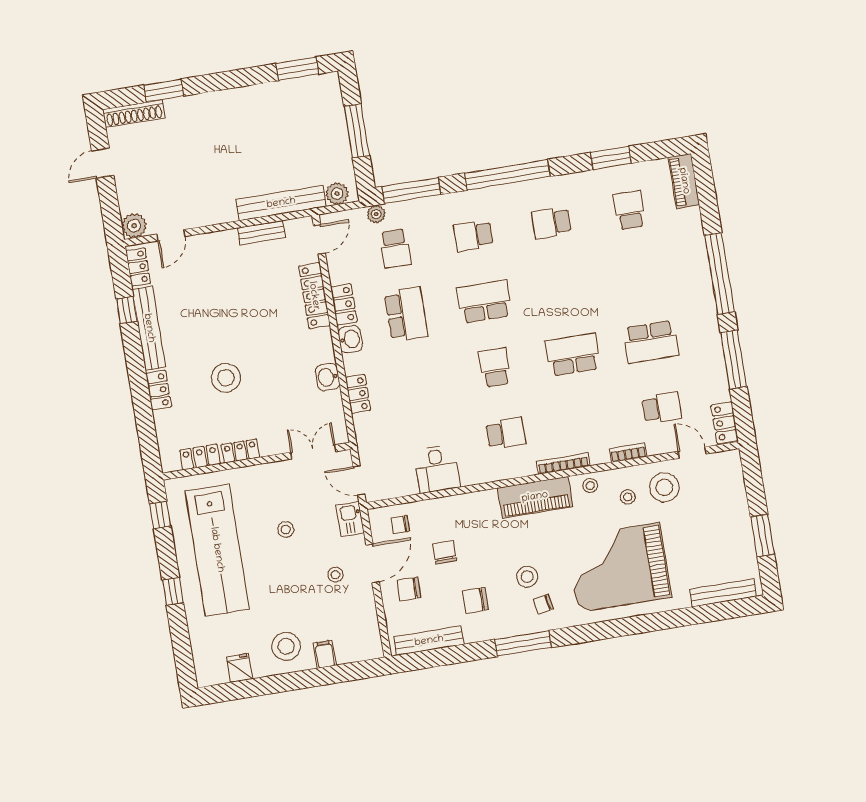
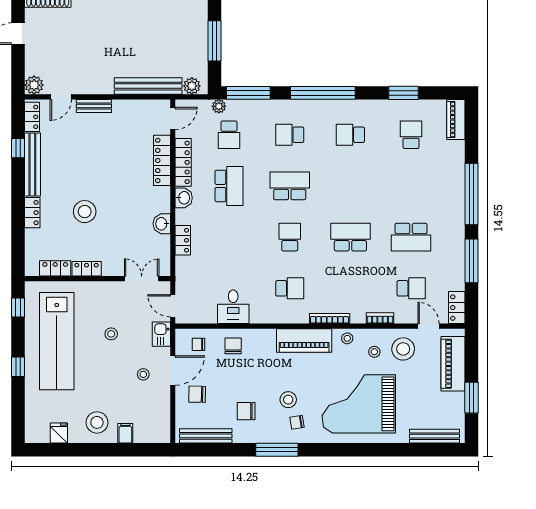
bench: (261, 233) -> (94, 106), moved
locker: (344, 304) -> (183, 162), width x1.53
piano: (732, 496) -> (453, 364), added
chair: (445, 552) -> (233, 346), moved

